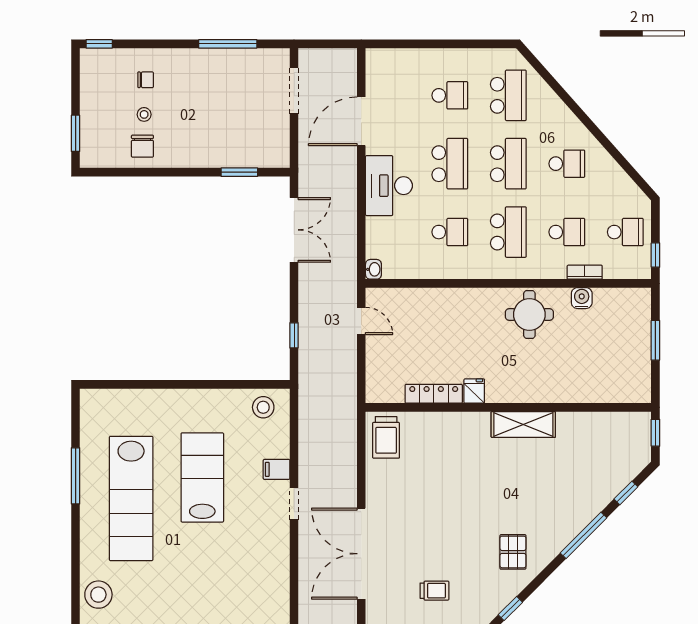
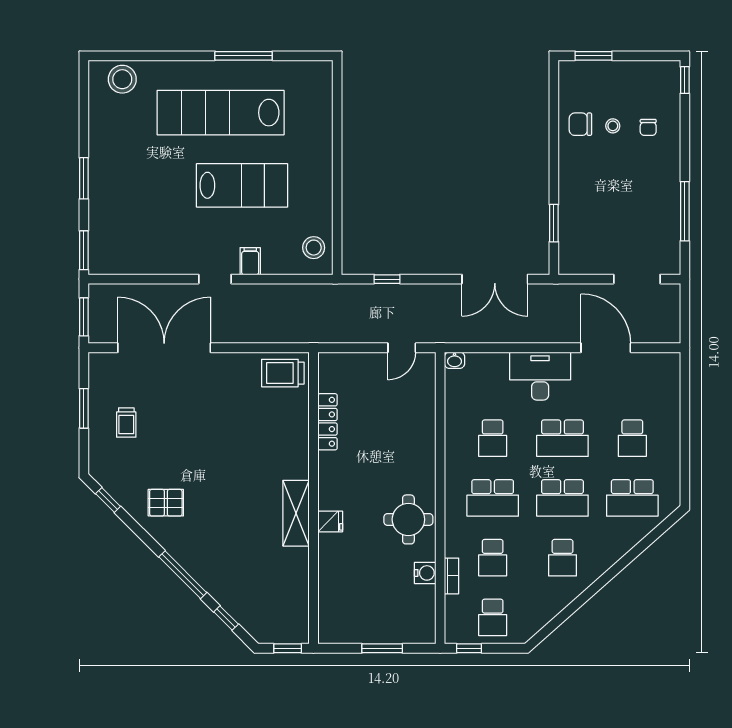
fridge: (474, 391) -> (330, 521), moved

